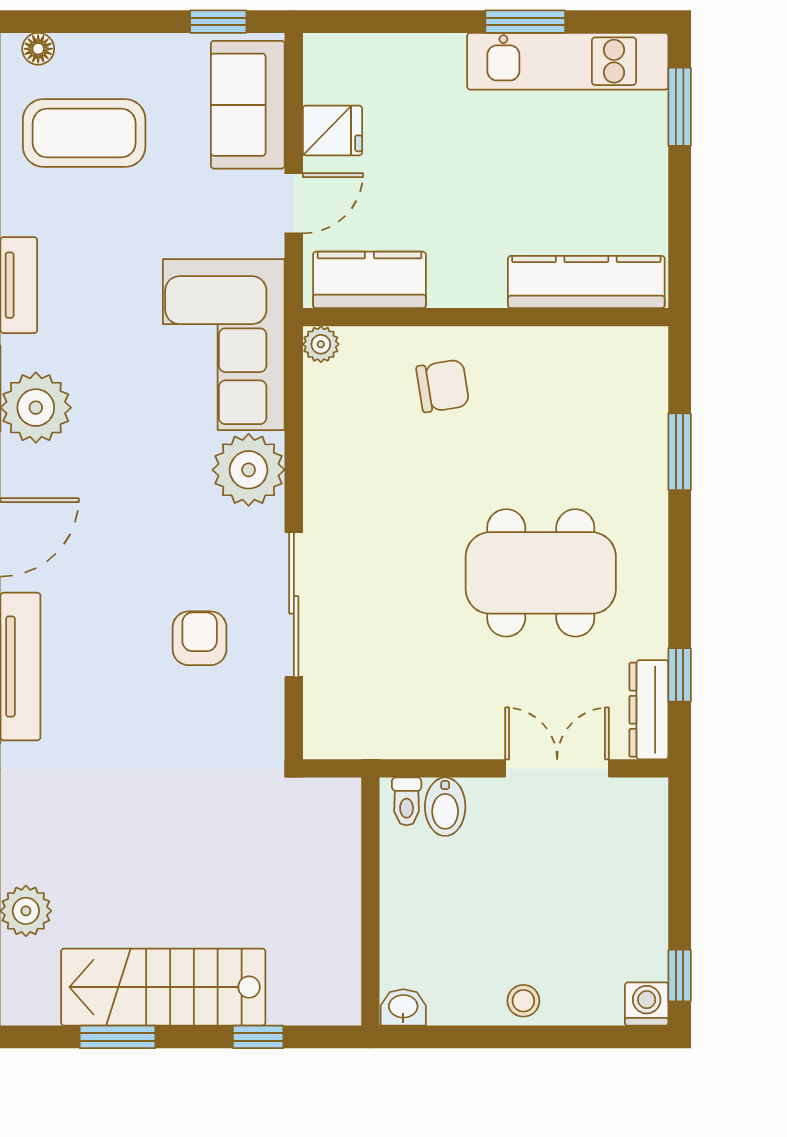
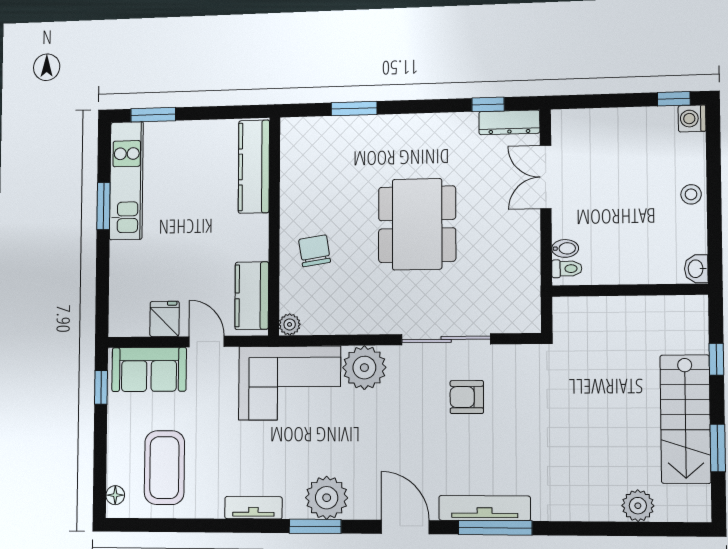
dining table: (541, 573) -> (417, 224), moved
bidet: (445, 807) -> (565, 248), width x0.72, depth x0.74

